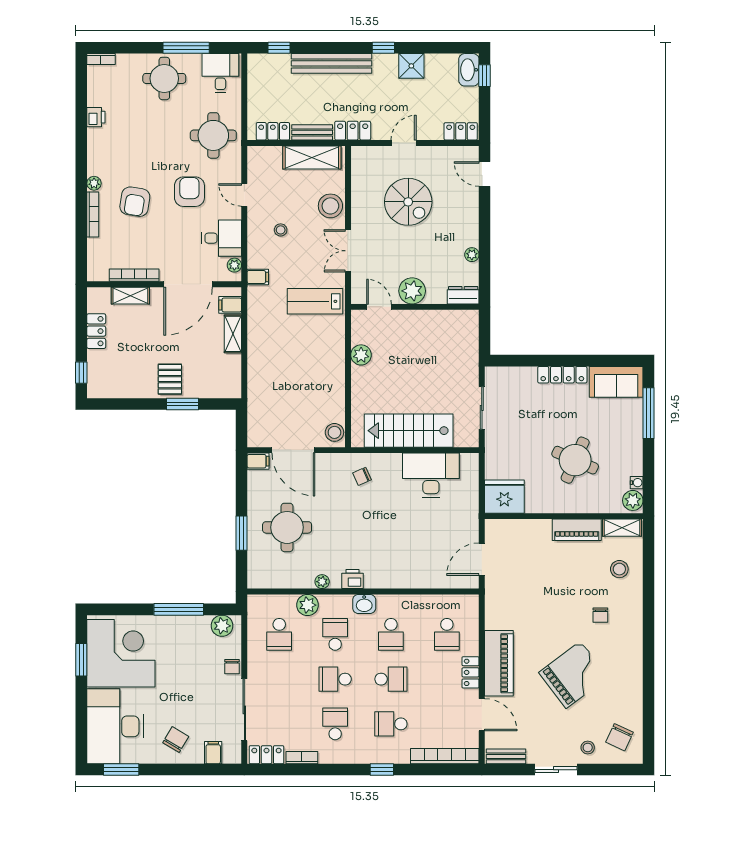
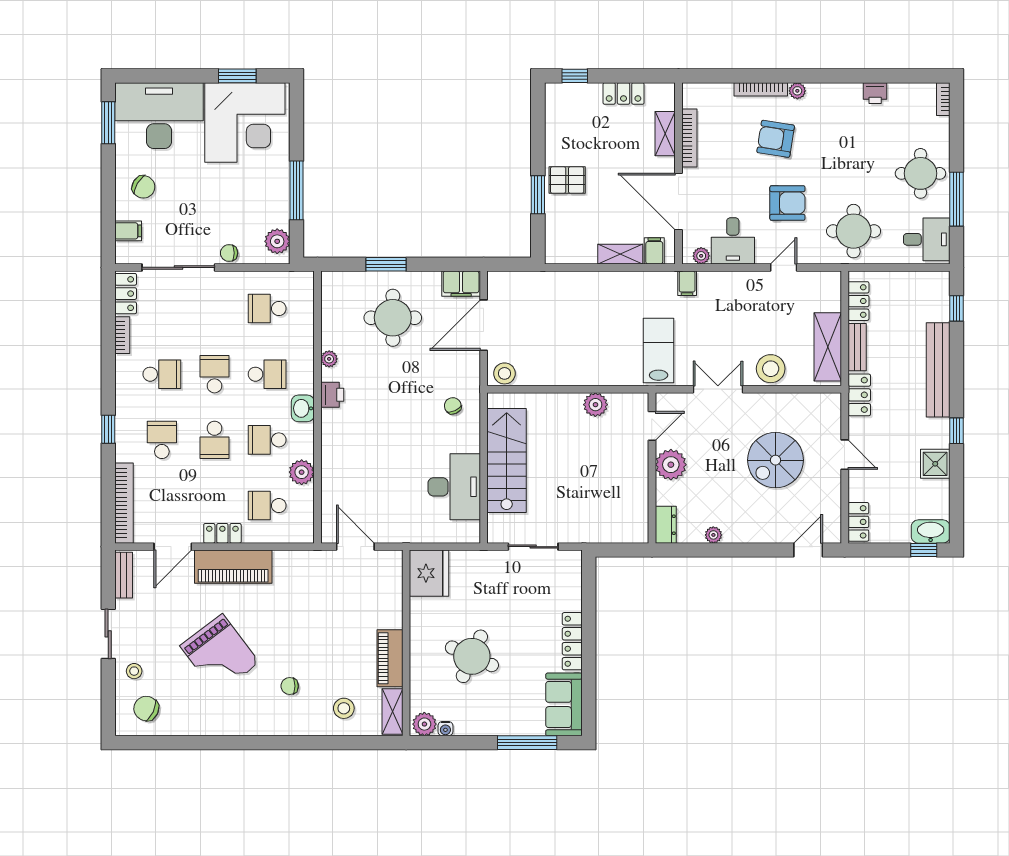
stool: (281, 230) -> (742, 310), removed
filing cabinet: (258, 461) -> (461, 284), width x2.00
plant: (308, 605) -> (302, 472), moved

